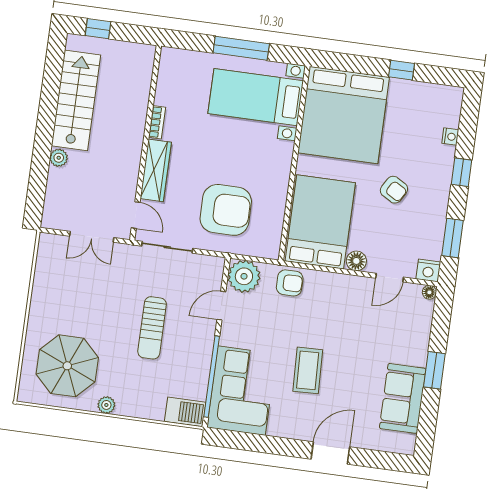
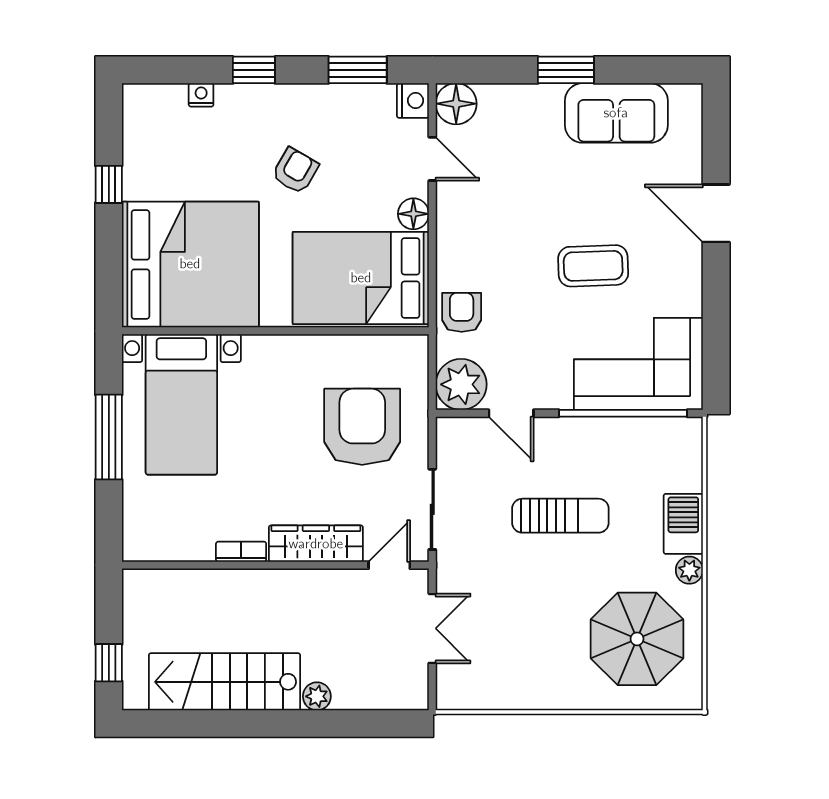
floor lamp: (429, 292) -> (456, 104), width x1.89, depth x1.89
barbecue: (185, 412) -> (683, 524), moved

